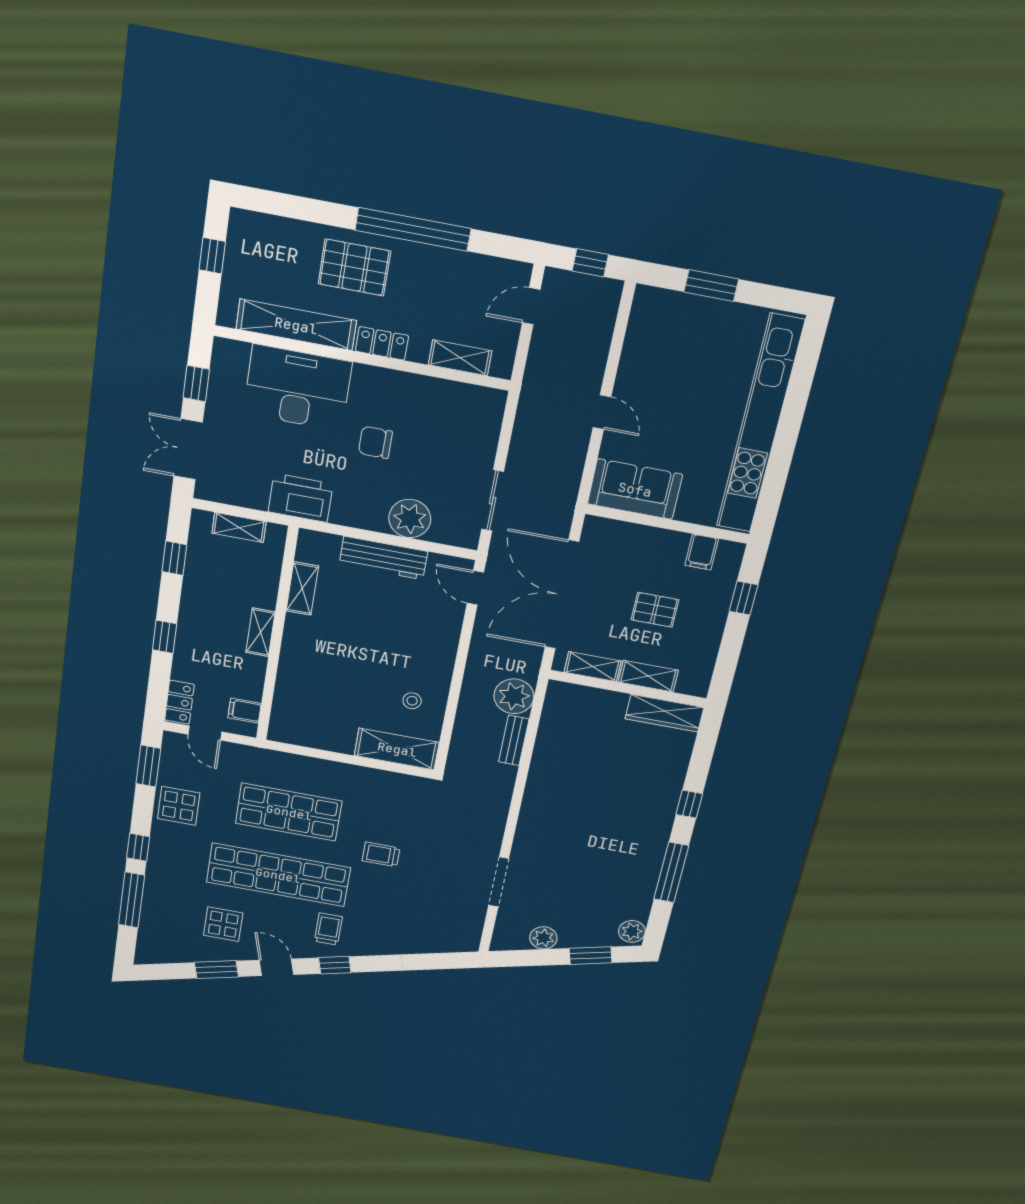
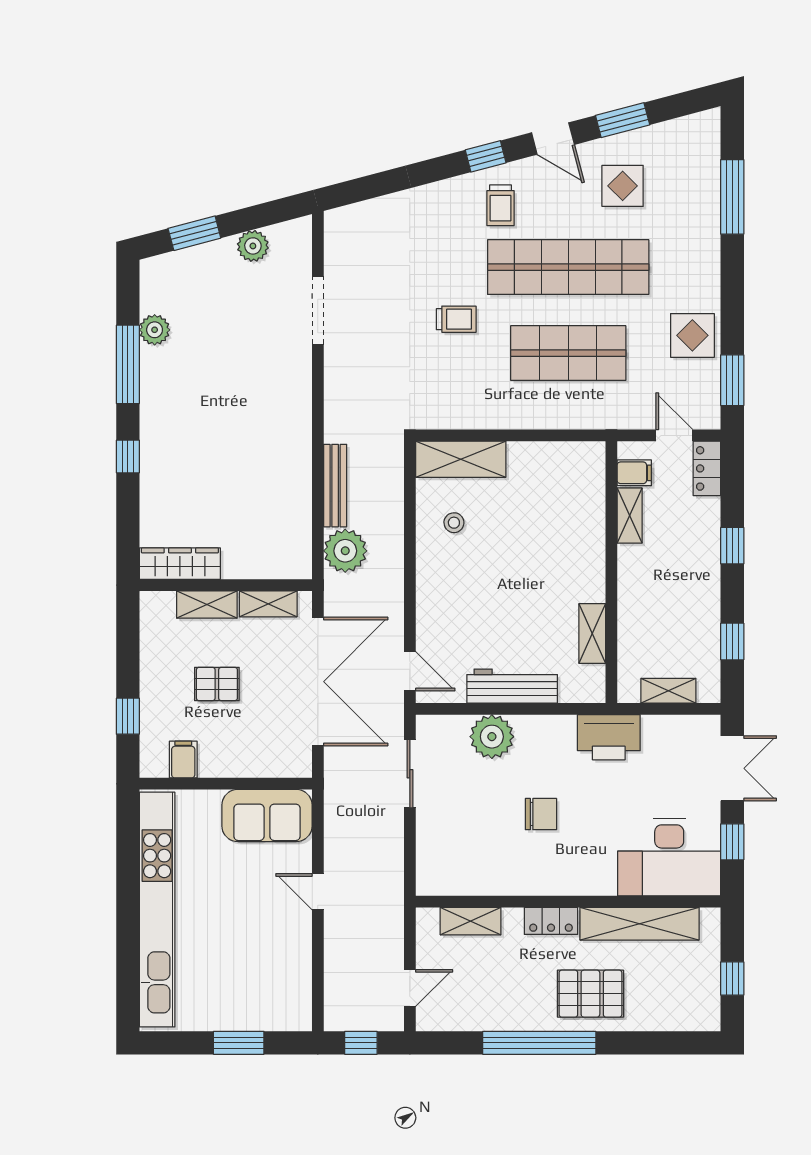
desk: (298, 388) -> (669, 857), moved
shelving: (261, 632) -> (630, 516), moved
bench: (514, 740) -> (335, 486), width x1.36
window: (138, 847) -> (732, 271), removed
plant: (632, 931) -> (155, 330), moved

